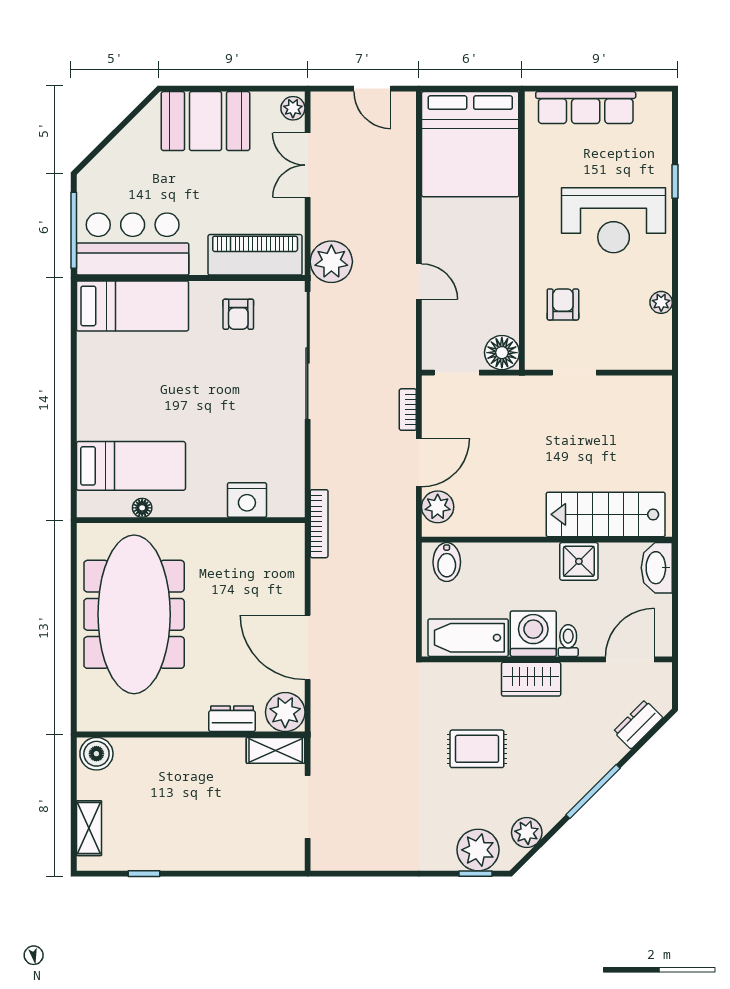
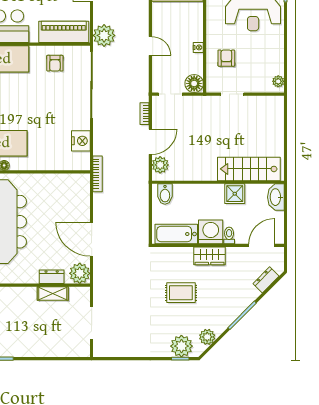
nightstand: (510, 284) -> (198, 47), added
plant: (661, 302) -> (278, 81), moved
nightstand: (247, 500) -> (81, 141), moved, turned -90
shelving: (276, 750) -> (53, 294), moved

